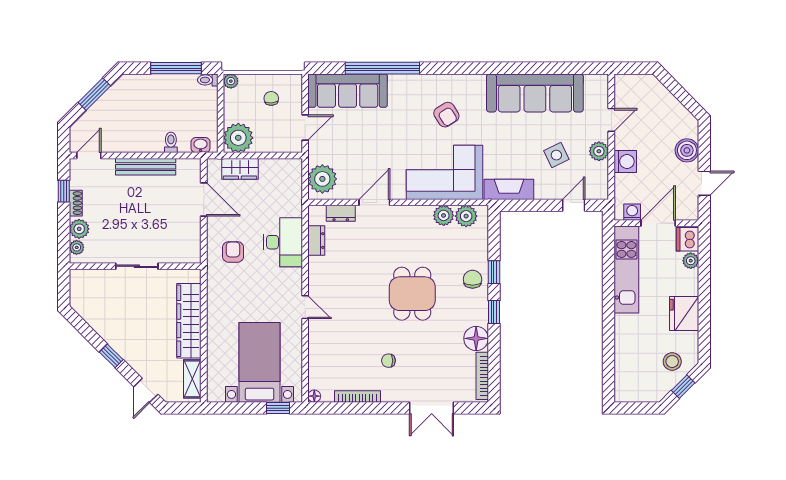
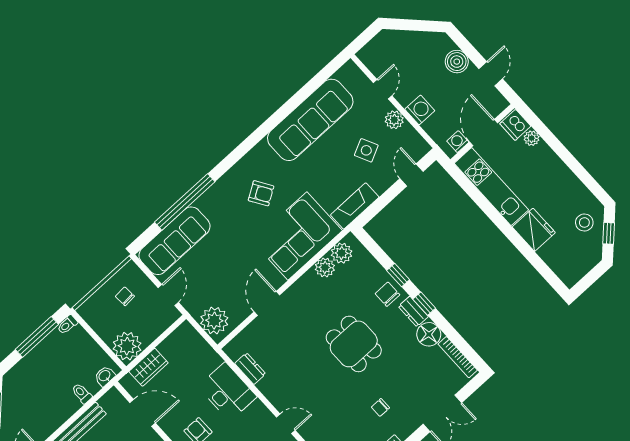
plant: (231, 81) -> (85, 310), removed
dresser: (341, 213) -> (413, 311), moved, turned 90
fridge: (684, 314) -> (534, 230), moved, turned 180

